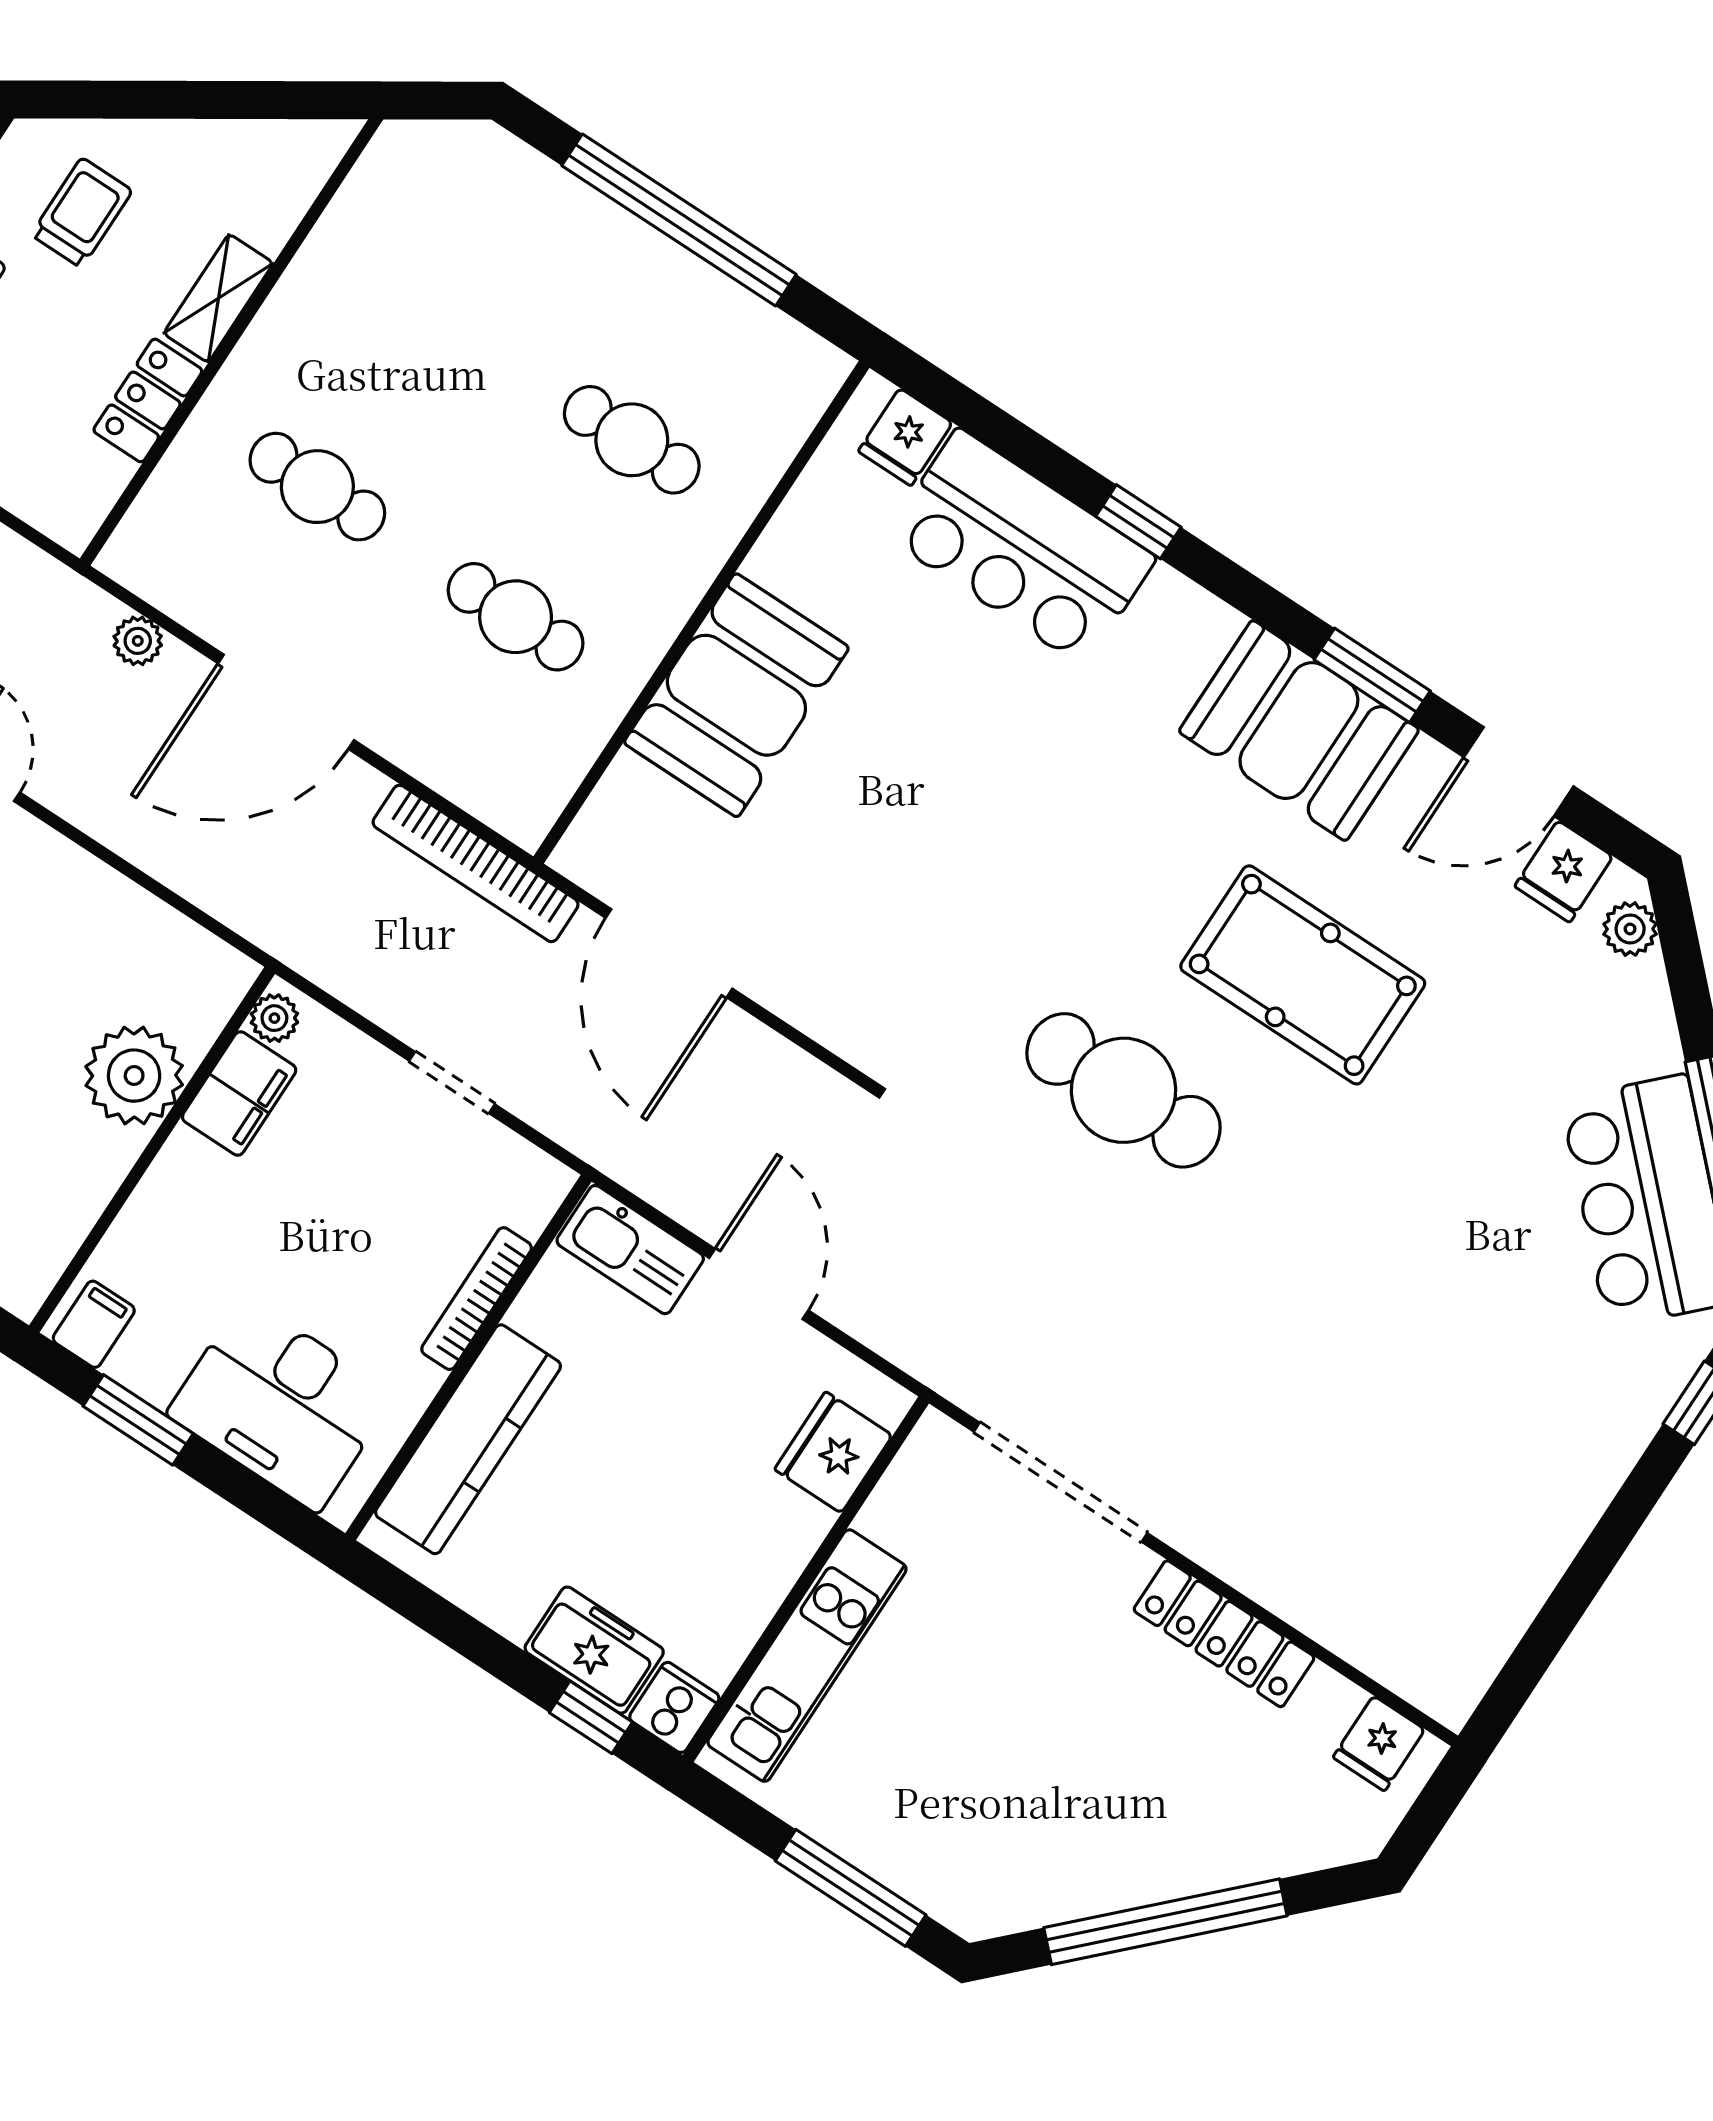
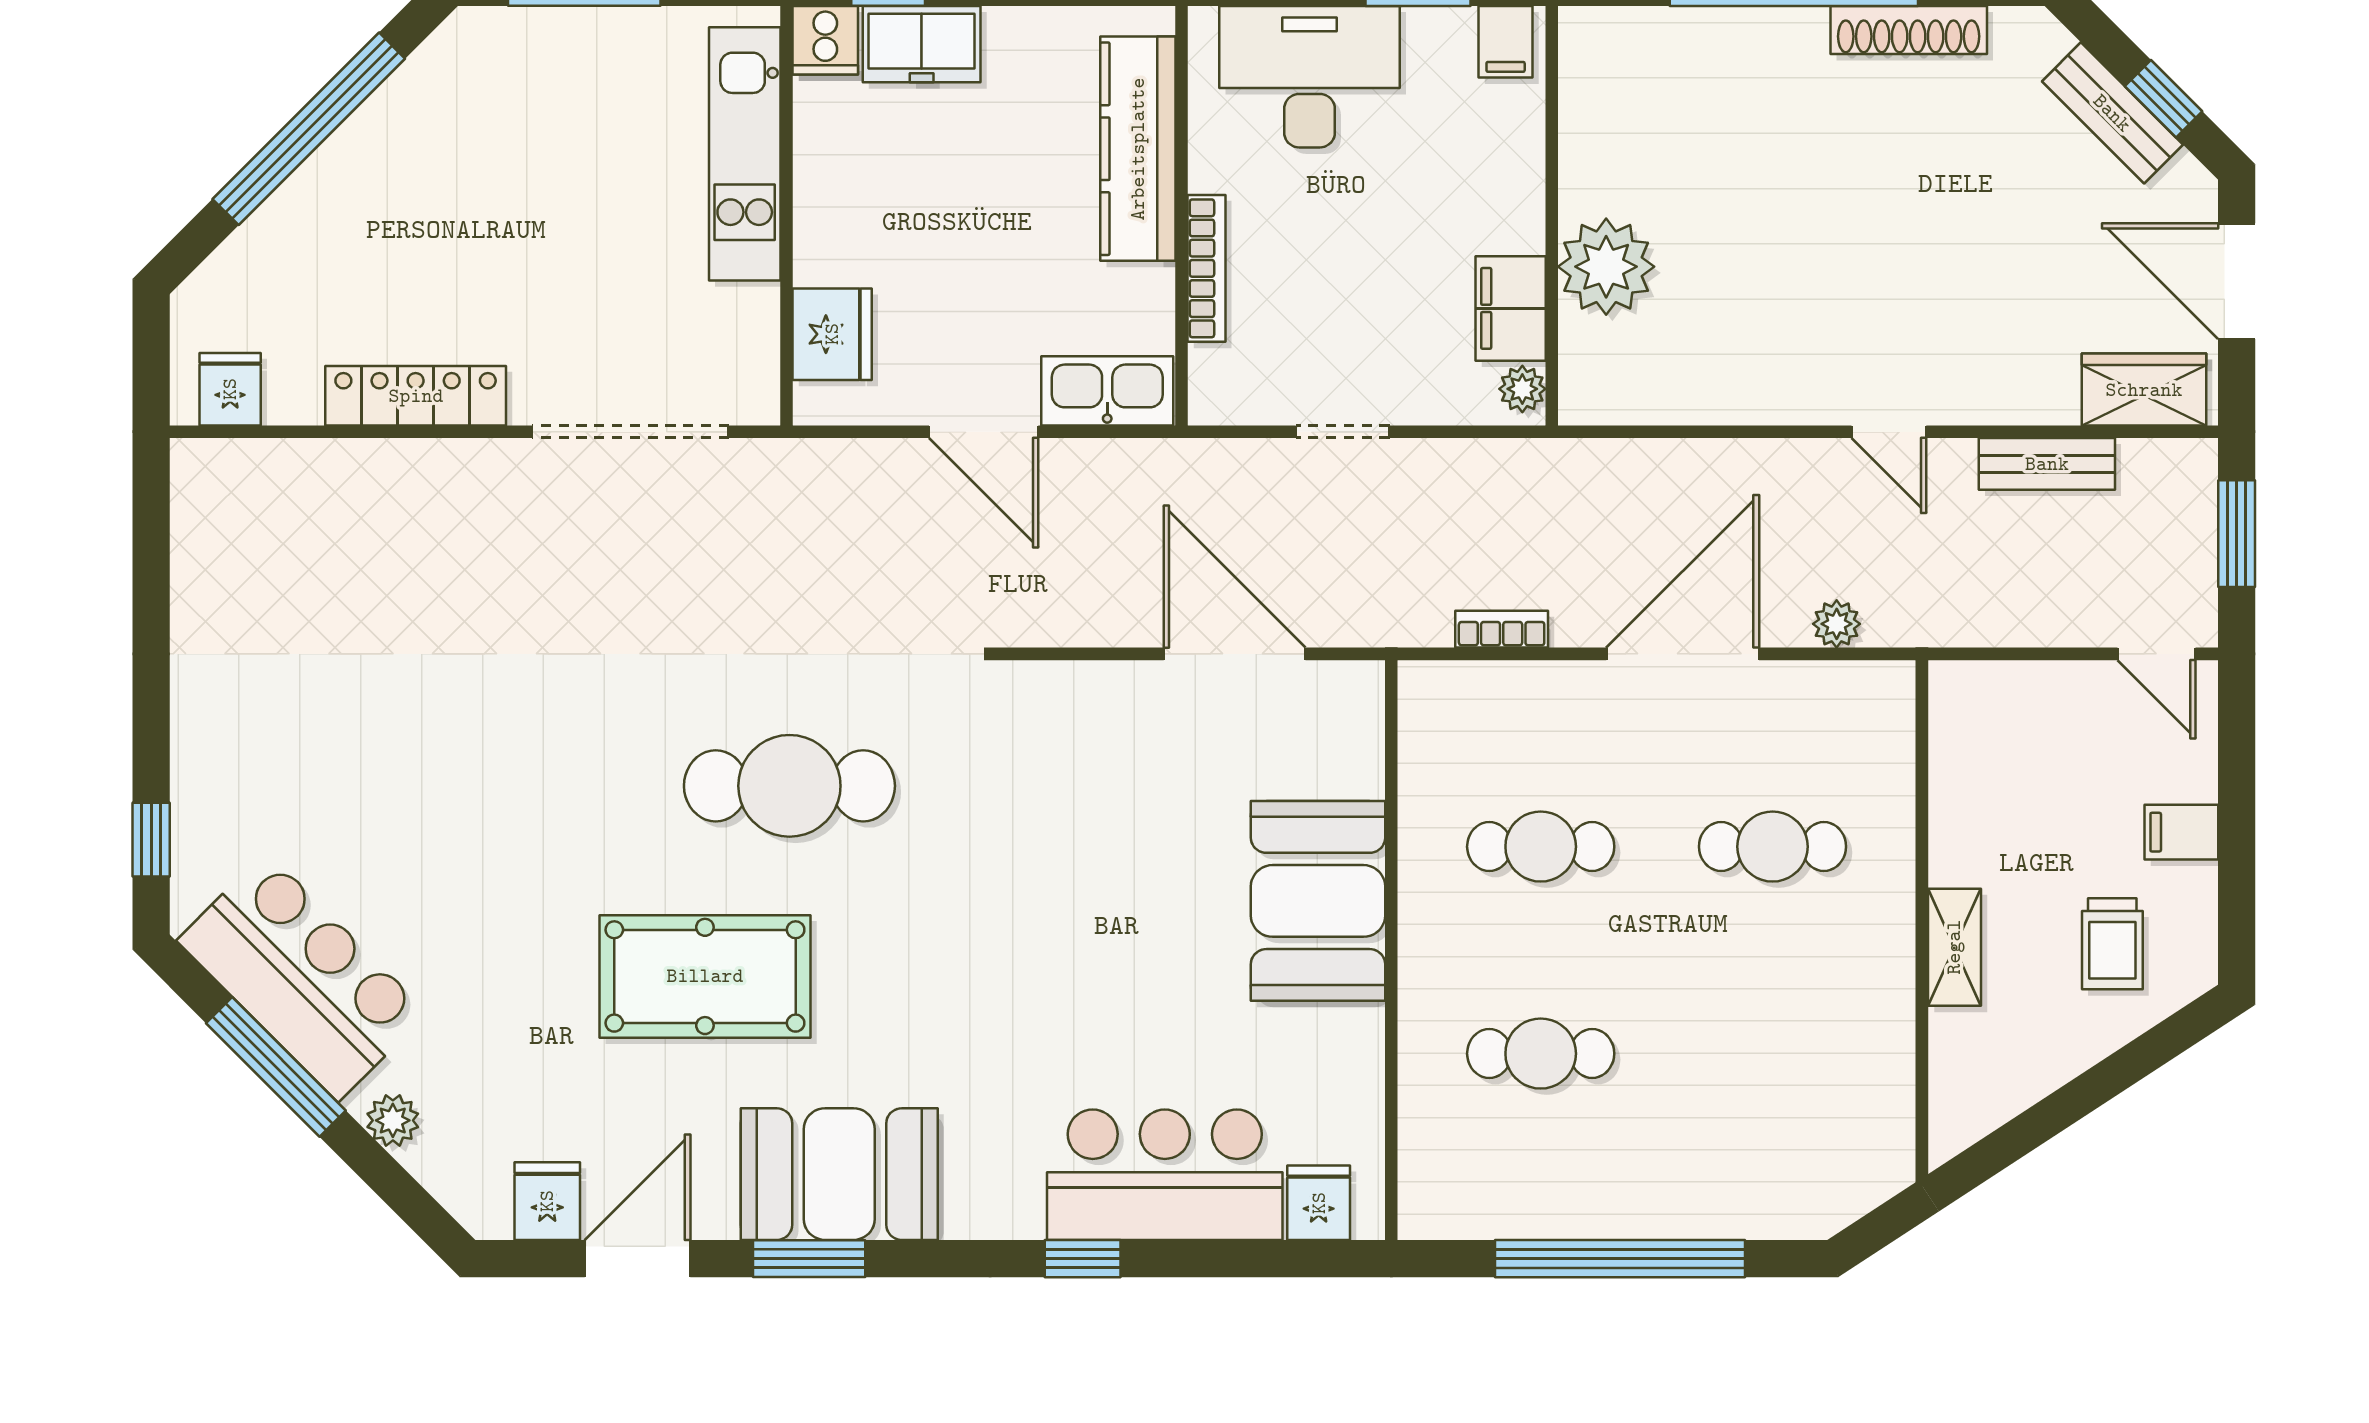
locker: (148, 400) -> (1957, 826), removed
bookcase: (476, 863) -> (1502, 629), width x0.43, depth x0.76
plant: (1630, 929) -> (393, 1120), moved

